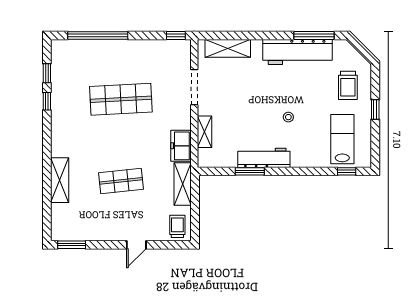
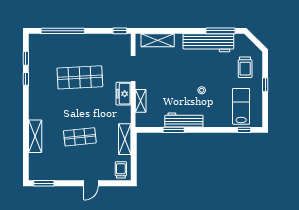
freezer: (181, 146) -> (124, 94), moved

